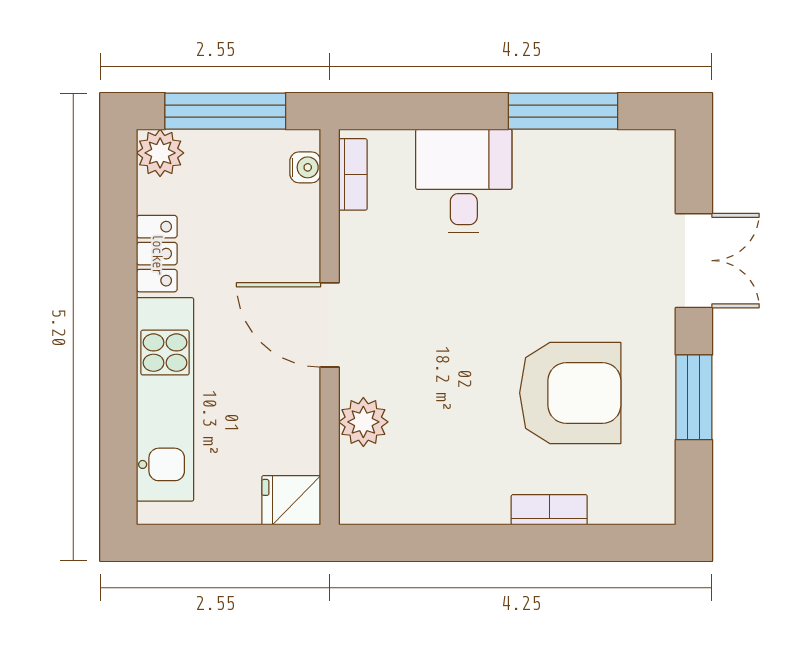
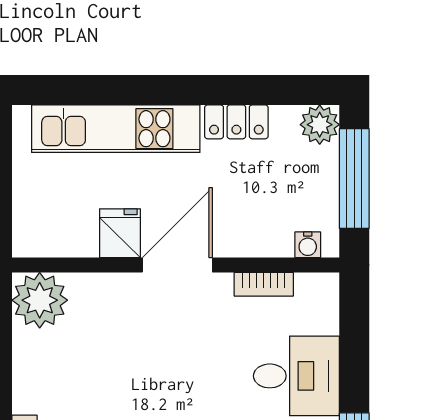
bookcase: (353, 174) -> (264, 284), moved
plant: (363, 422) -> (40, 300), moved, width x1.36, depth x1.36
fridge: (291, 500) -> (120, 233), moved

